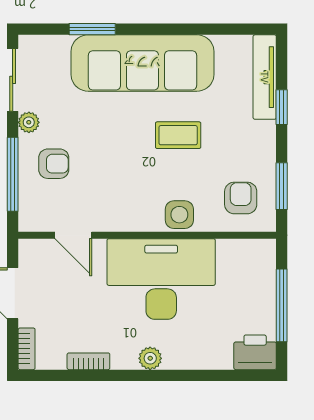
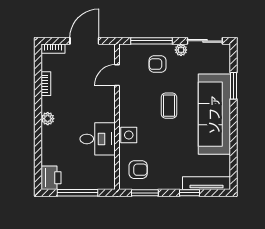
coffee table: (178, 135) -> (169, 106), moved
armchair: (54, 164) -> (158, 64), turned 90
desk: (161, 279) -> (98, 139), width x0.53, depth x0.77

